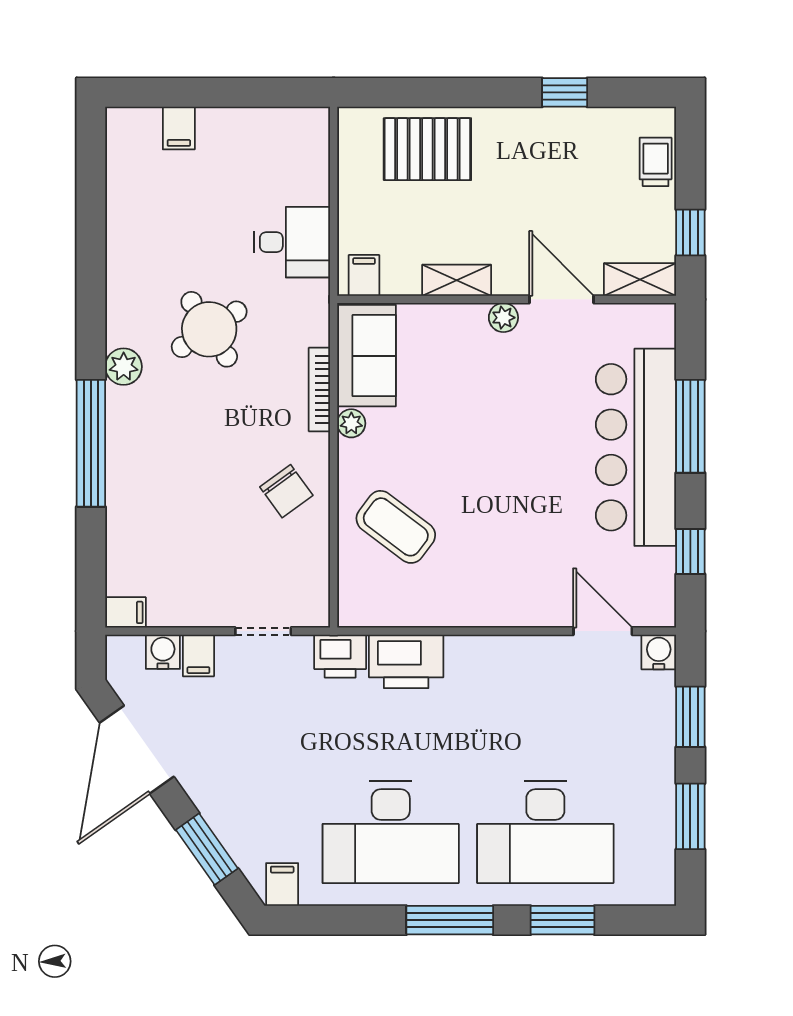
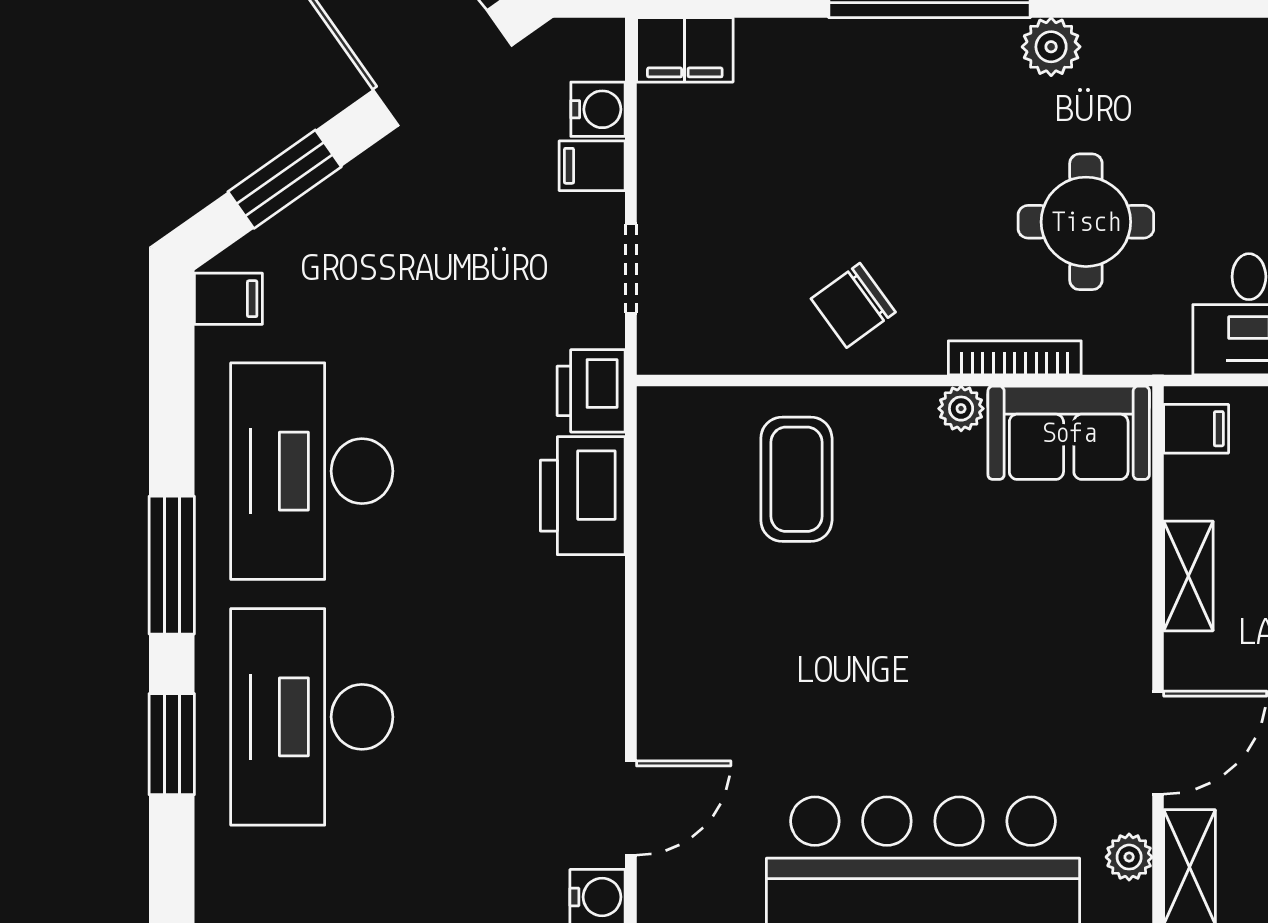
plant: (503, 318) -> (1129, 857), moved
round table: (209, 329) -> (1086, 222), moved, turned 33
coffee table: (396, 527) -> (796, 479), turned -37
filing cabinet: (126, 612) -> (685, 50), width x2.00

